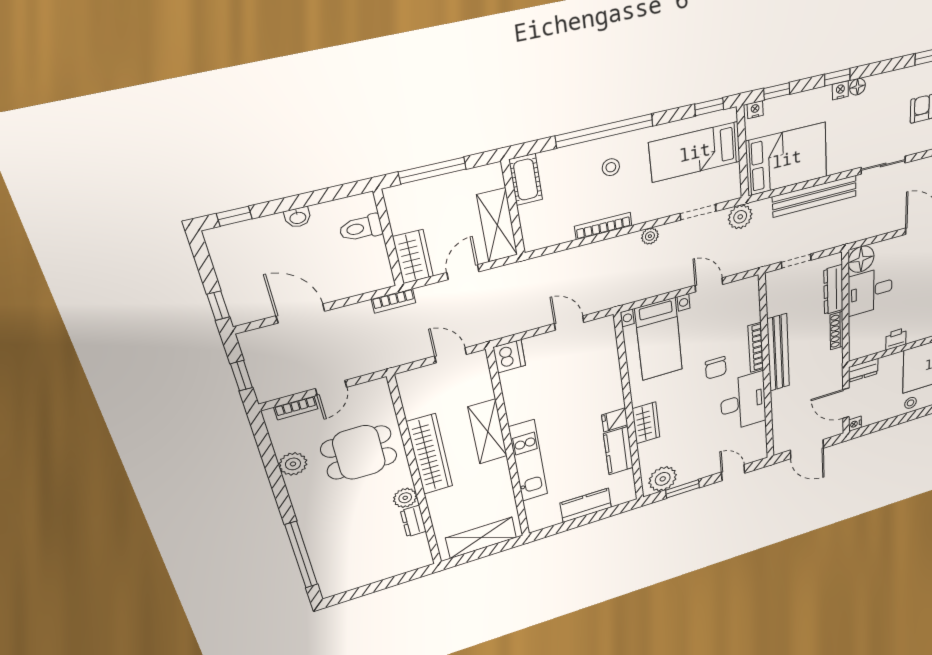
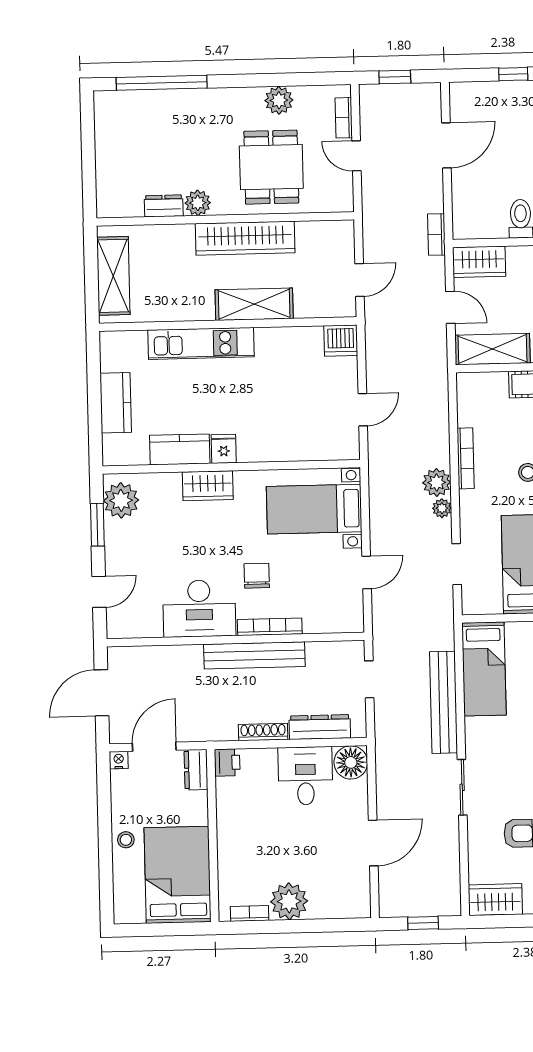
bed: (787, 159) -> (484, 669), width x0.67
plant: (740, 217) -> (437, 482), moved
window: (218, 306) -> (513, 74), moved
printer: (896, 339) -> (227, 762), moved
chair: (716, 368) -> (257, 576), turned 90

